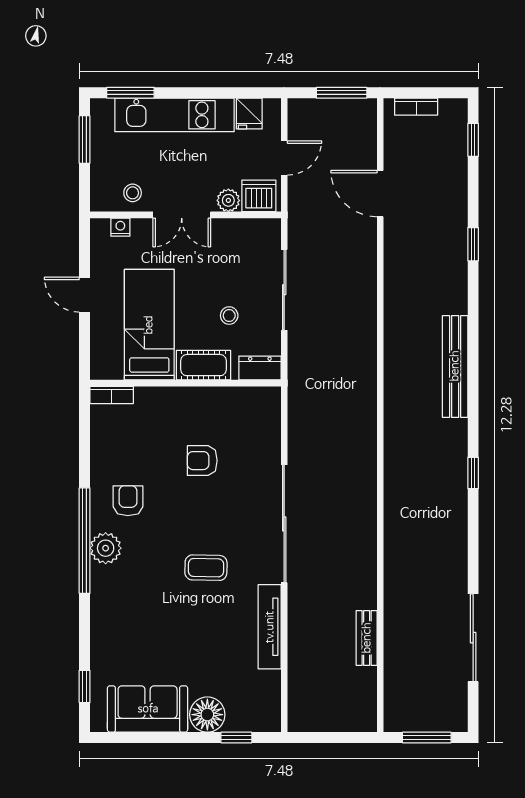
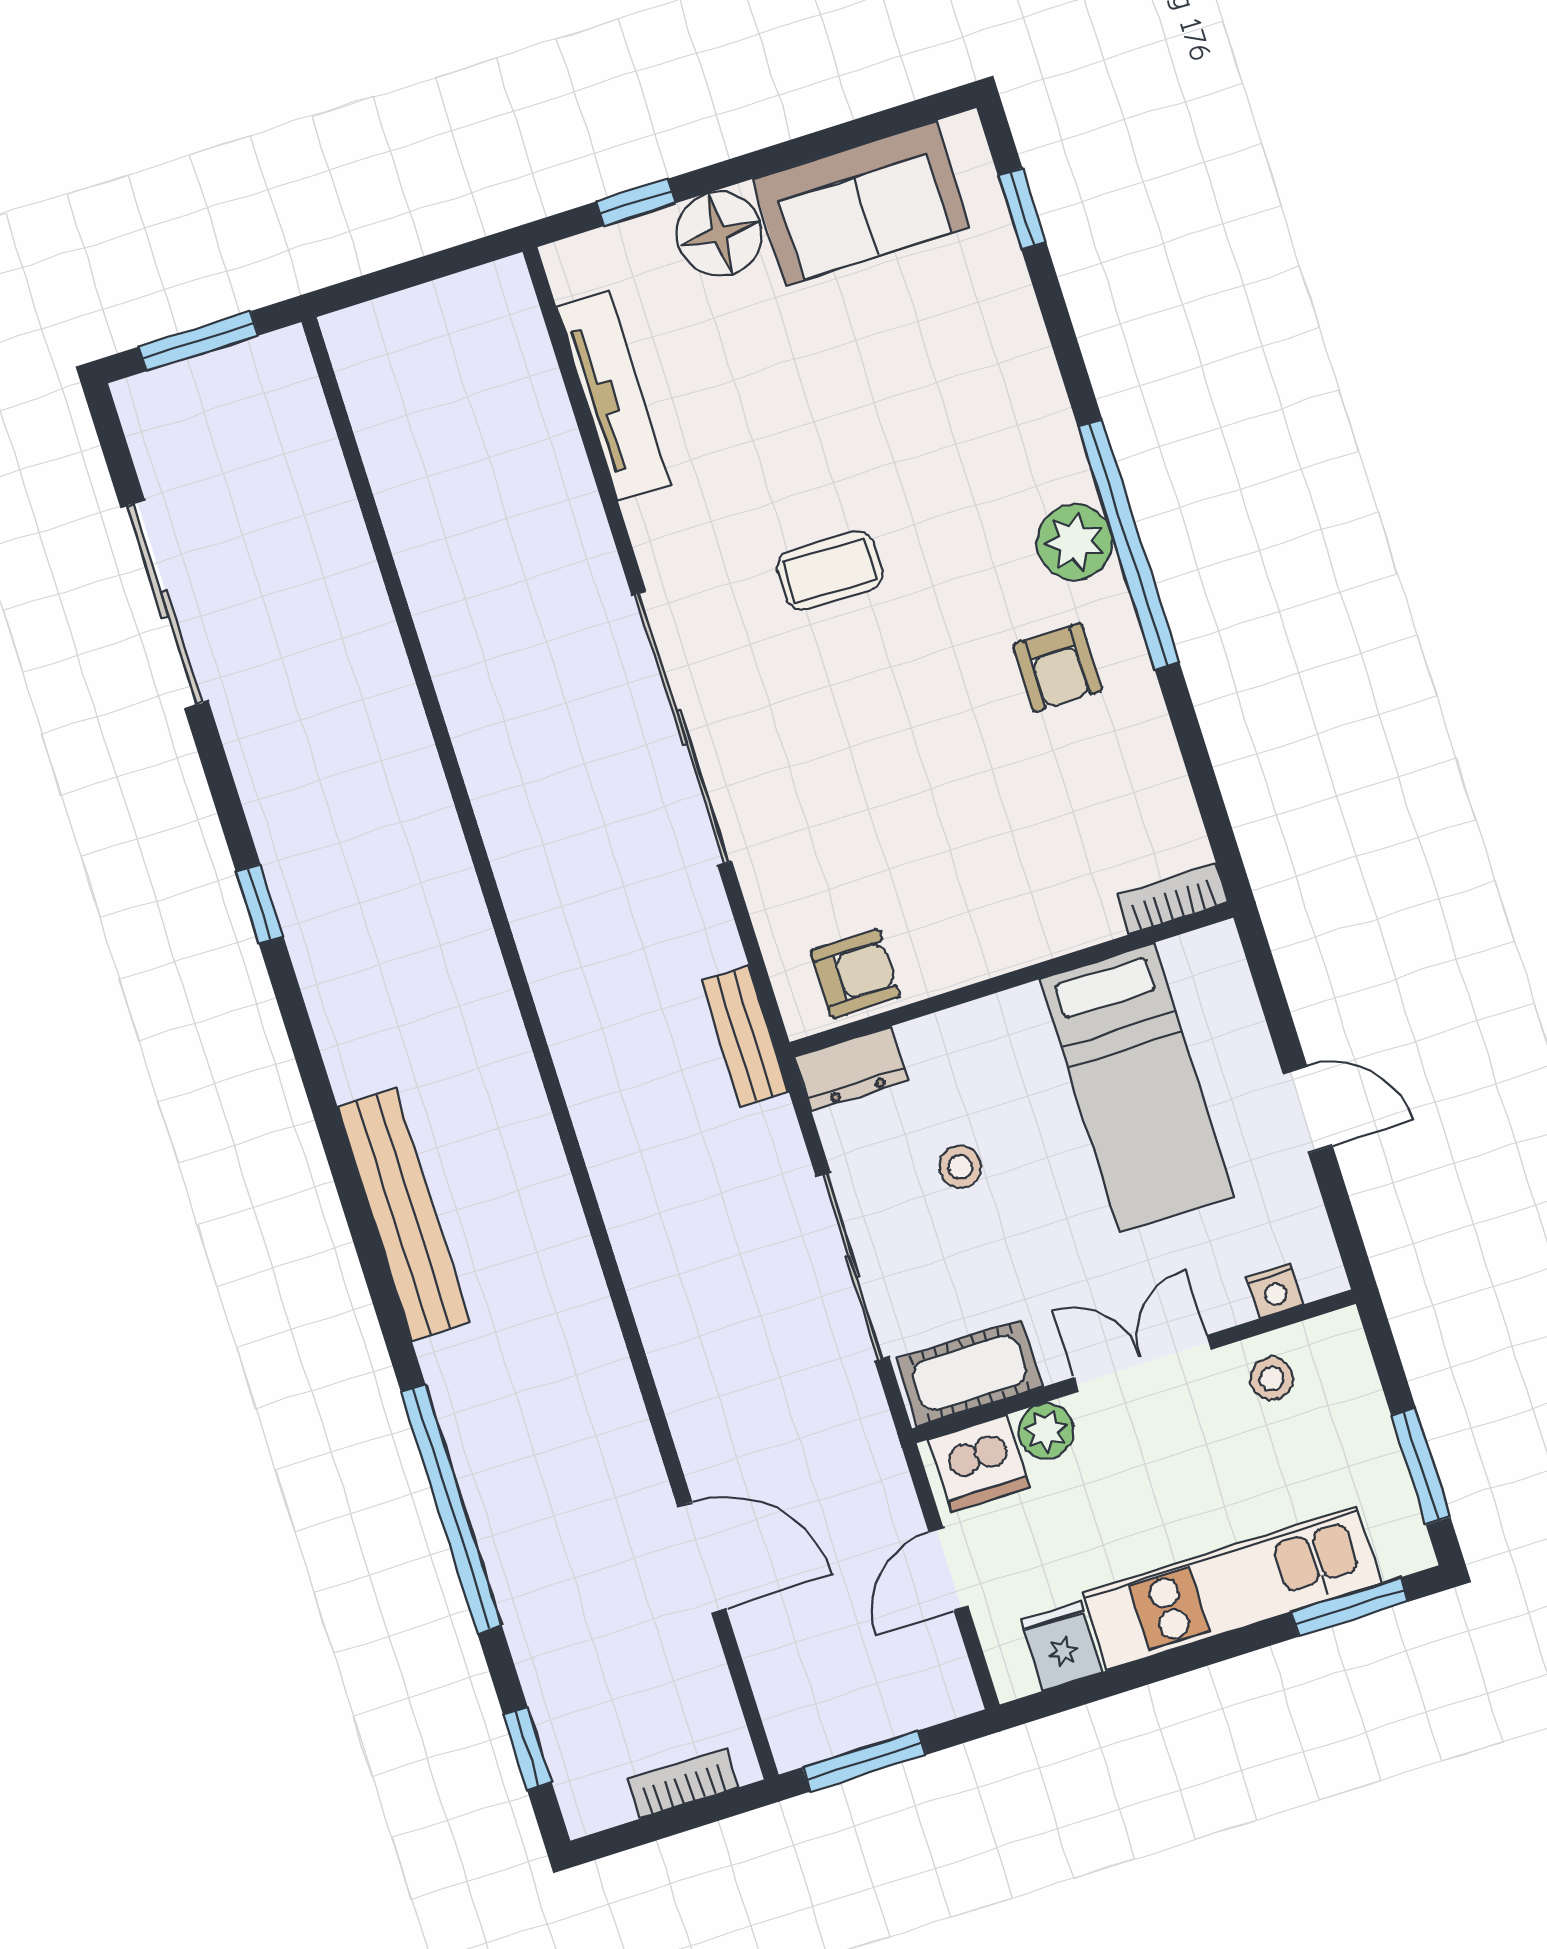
window: (473, 244) -> (451, 1509), width x3.17
cot: (203, 365) -> (970, 1373), moved
armchair: (202, 461) -> (855, 973), moved
window: (473, 473) -> (259, 904), moved
tv unit: (270, 627) -> (613, 396), moved
bench: (367, 638) -> (745, 1036), moved

